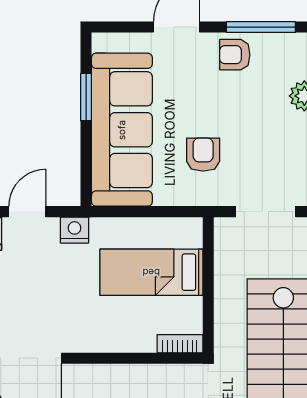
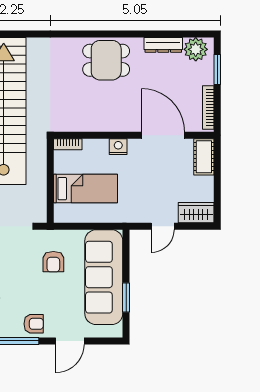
nightstand: (74, 230) -> (118, 147), moved, turned 180

